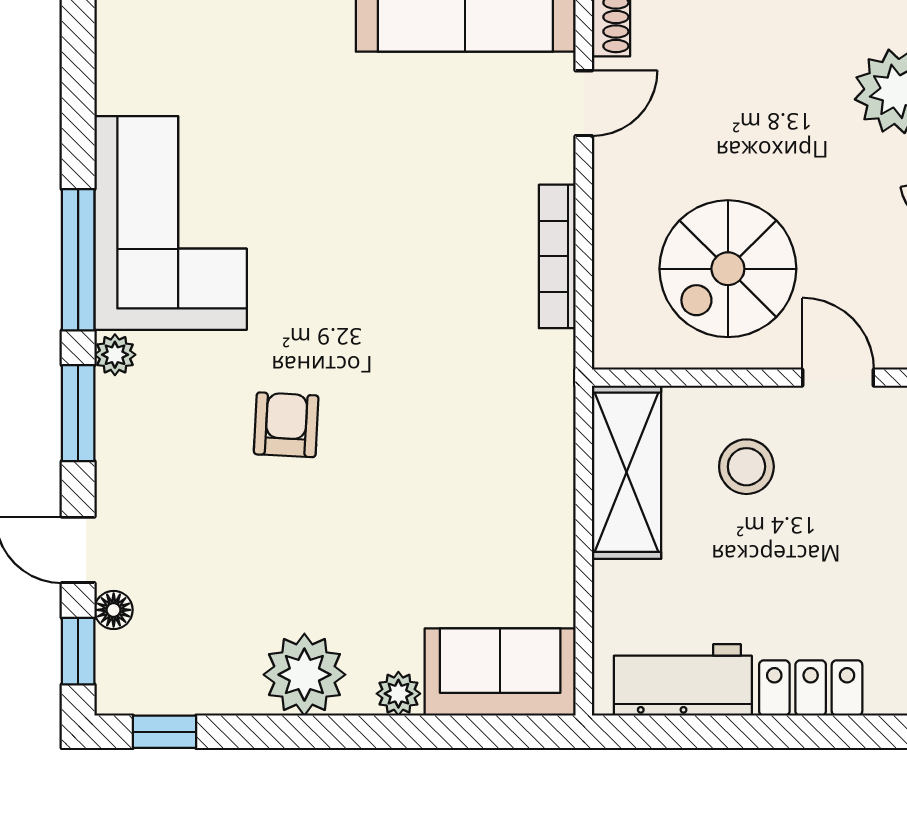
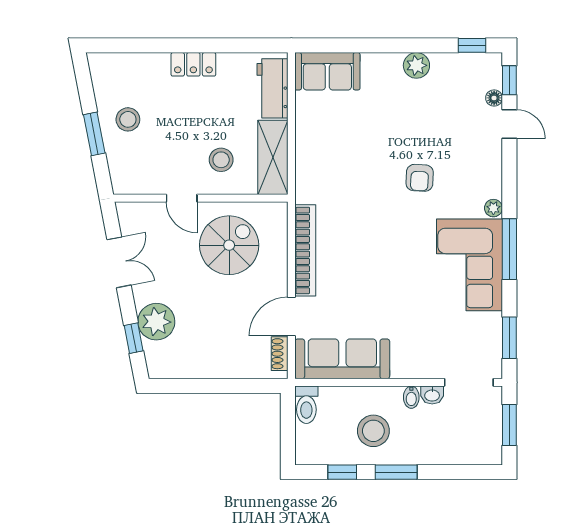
door: (584, 103) -> (291, 317), width x1.38
bookcase: (557, 256) -> (305, 250), width x1.48, depth x1.31
window: (78, 413) -> (509, 338), moved
plant: (304, 675) -> (416, 65), width x0.73, depth x0.73
workbench: (683, 680) -> (272, 88), moved, turned 90
plant: (398, 694) -> (371, 62), removed

